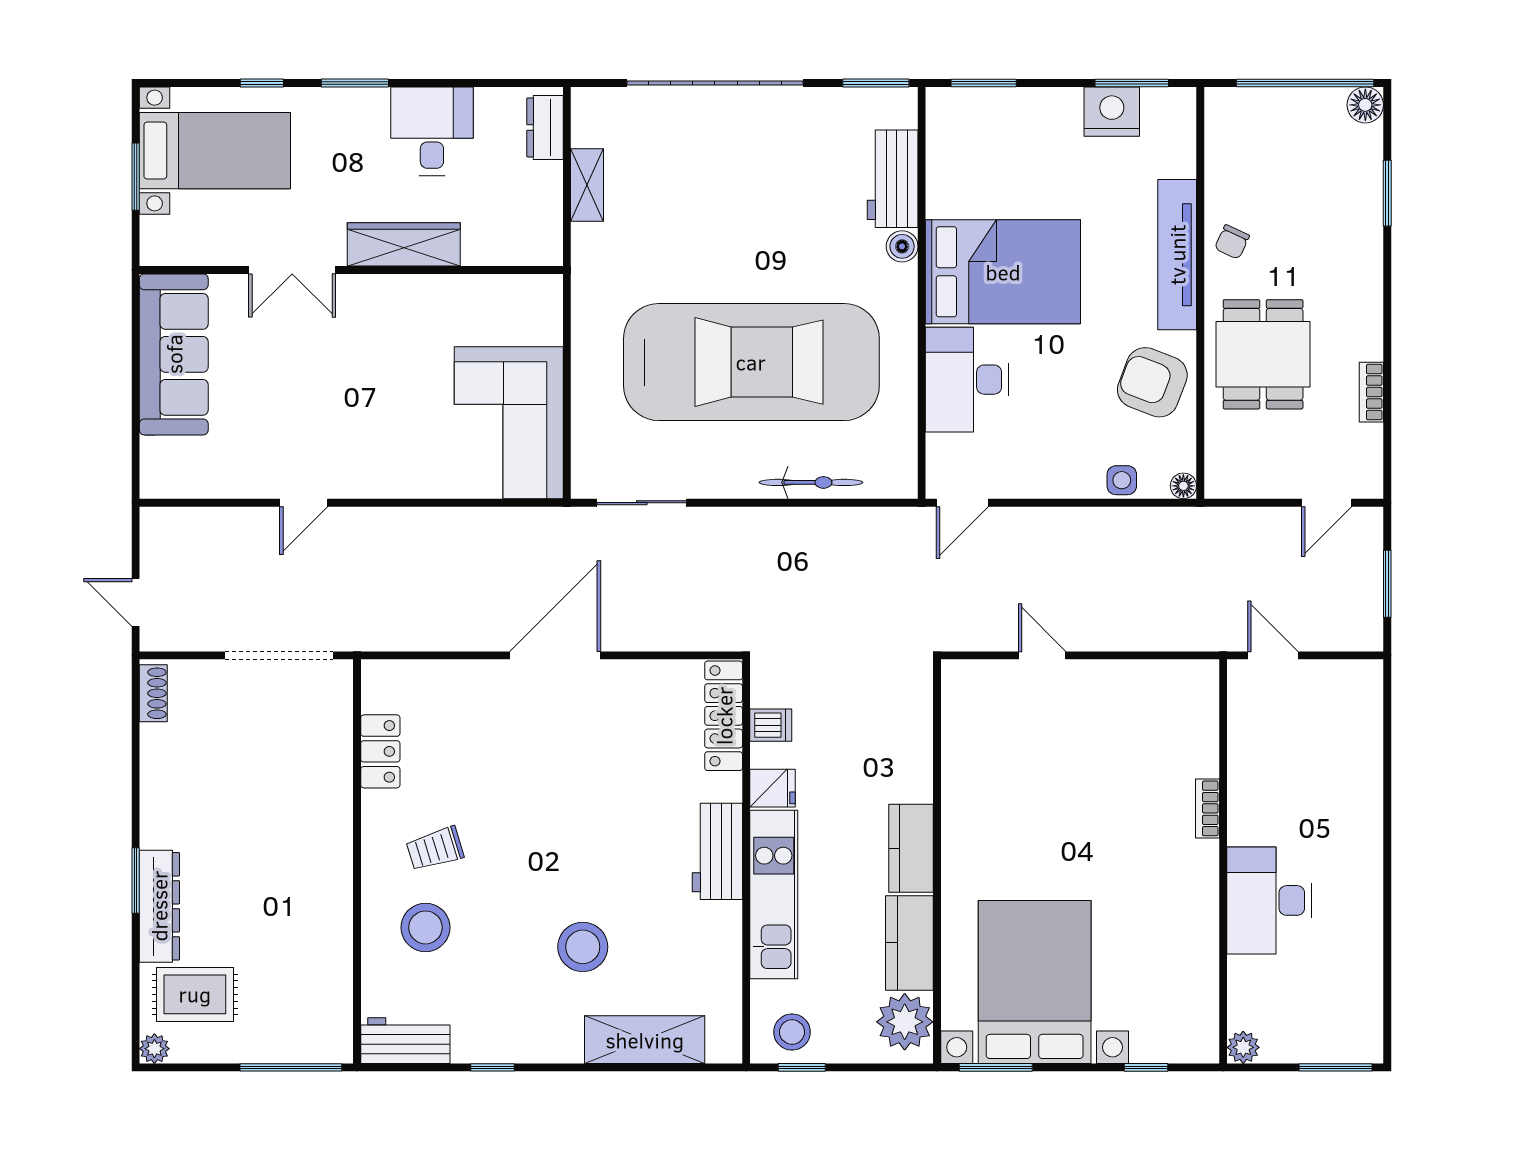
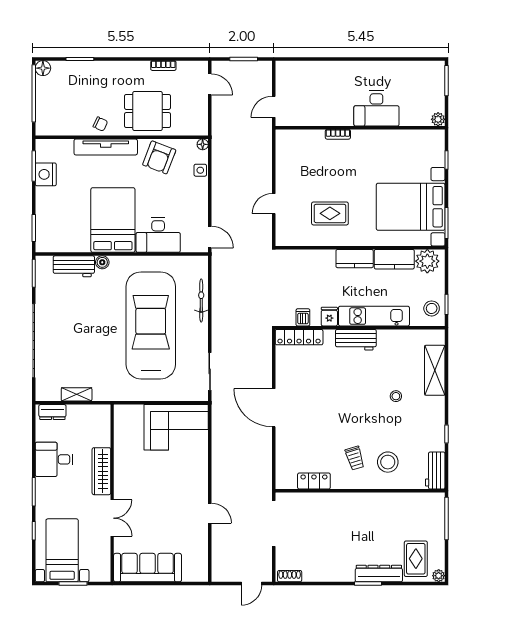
rug: (1019, 790) -> (330, 213), added
stool: (583, 947) -> (396, 396), width x0.53, depth x0.53

